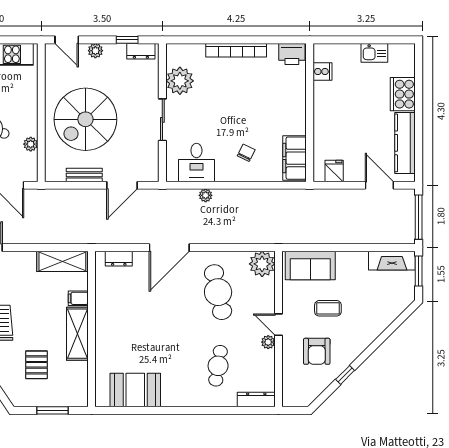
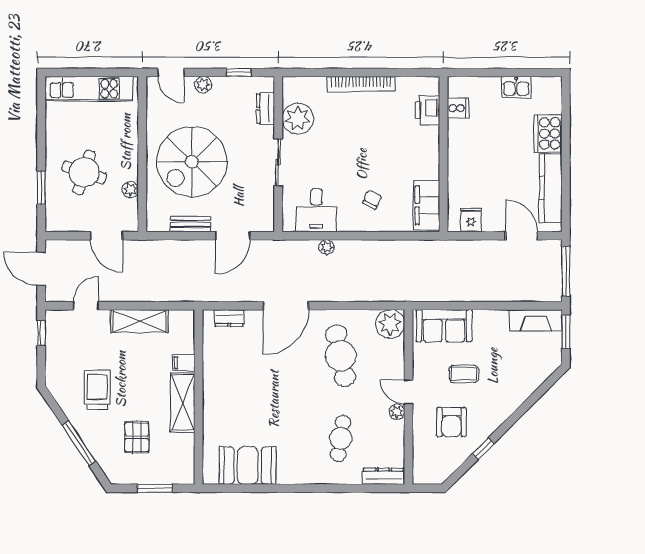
dresser: (141, 51) -> (265, 108), moved, turned 90
printer: (292, 54) -> (427, 110), moved, turned 90
shelving: (62, 261) -> (139, 321), moved

